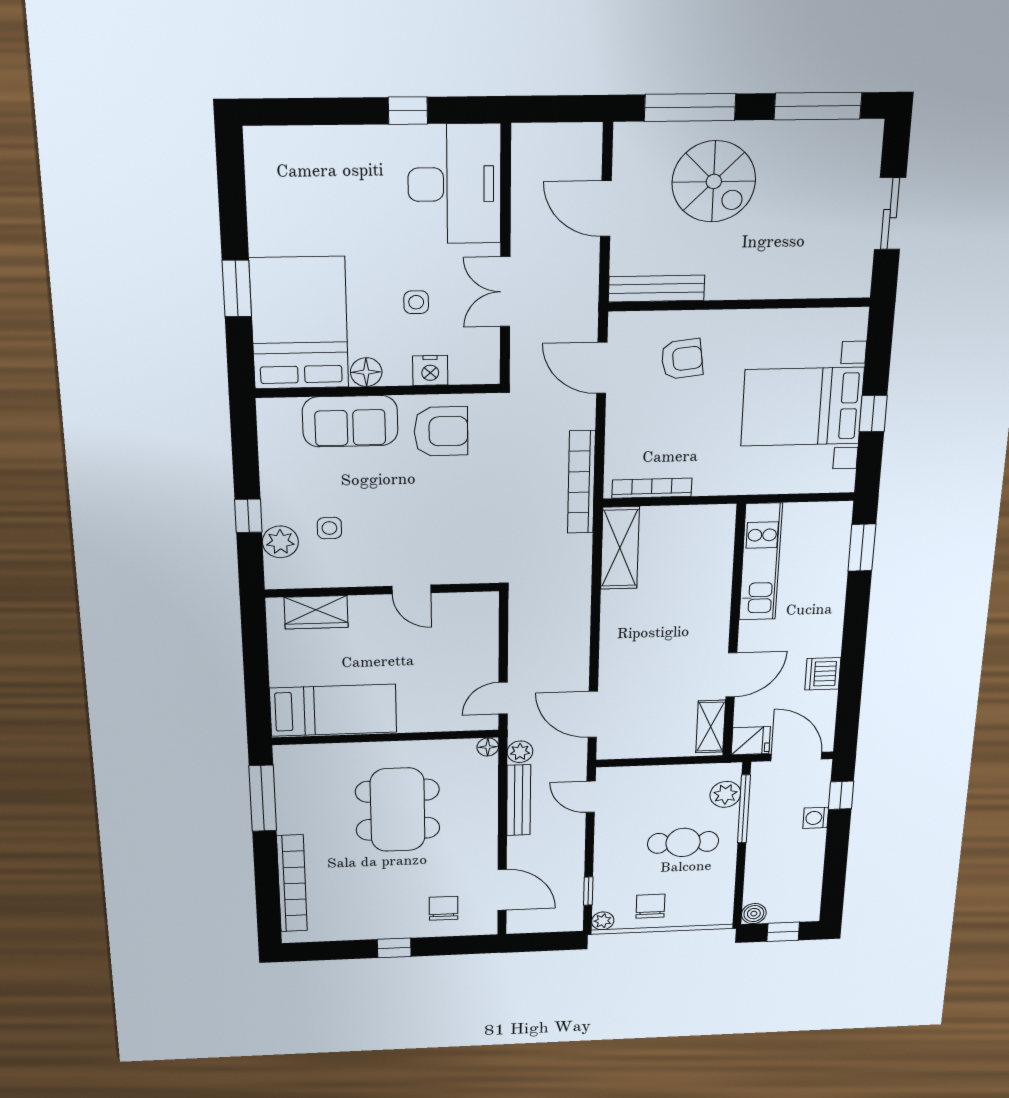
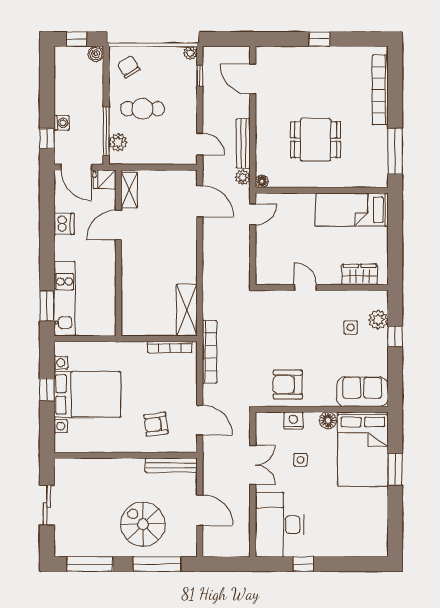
sofa: (350, 421) -> (362, 392), moved
kitchen unit: (761, 562) -> (65, 299), moved, turned 180
dining table: (398, 810) -> (316, 140), width x0.73
chair: (650, 906) -> (129, 67), moved, turned 149
chair: (444, 908) -> (289, 67), removed

